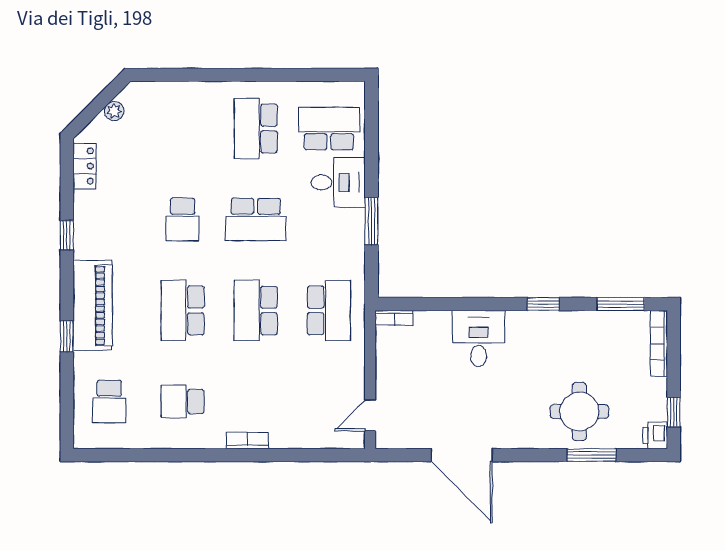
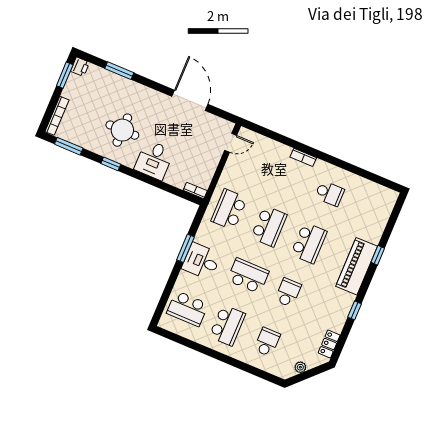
desk: (338, 182) -> (201, 261), moved
school desk: (109, 401) -> (267, 342), moved
round table: (579, 411) -> (122, 130), moved
window: (674, 412) -> (65, 75), width x1.50

